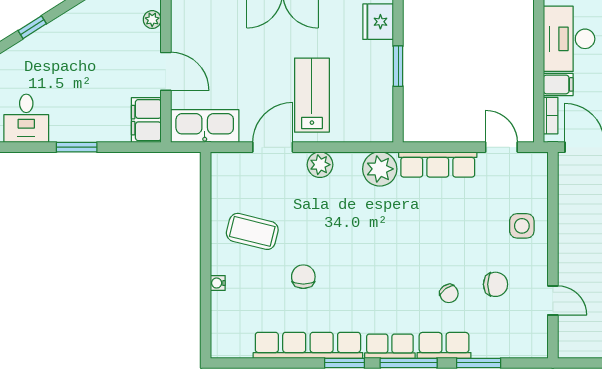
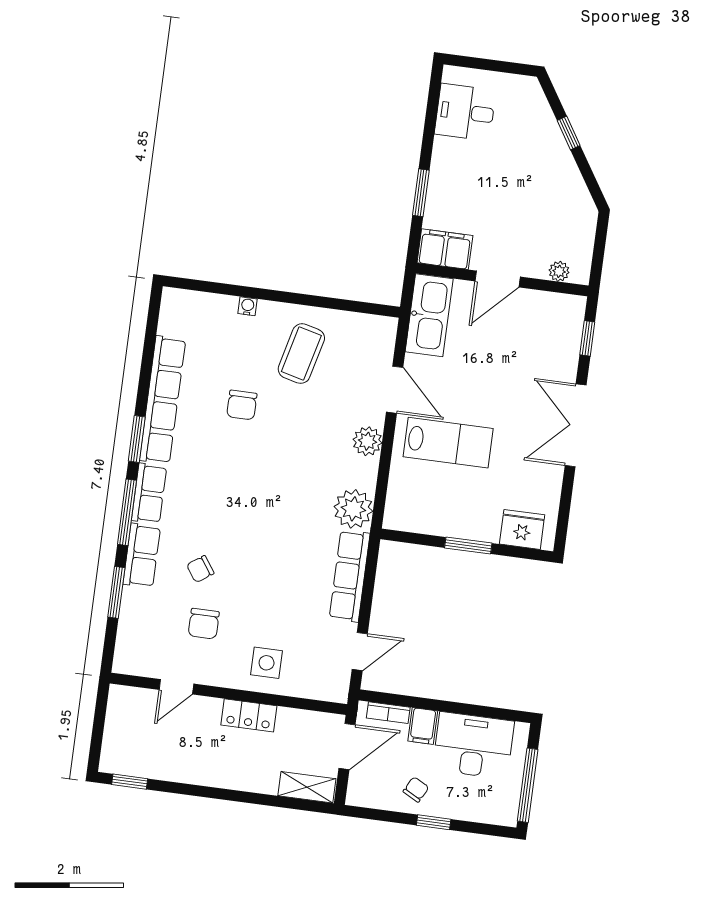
window: (77, 147) -> (421, 193), moved
locker: (569, 235) -> (249, 715), added
chair: (303, 277) -> (242, 405), turned 90

